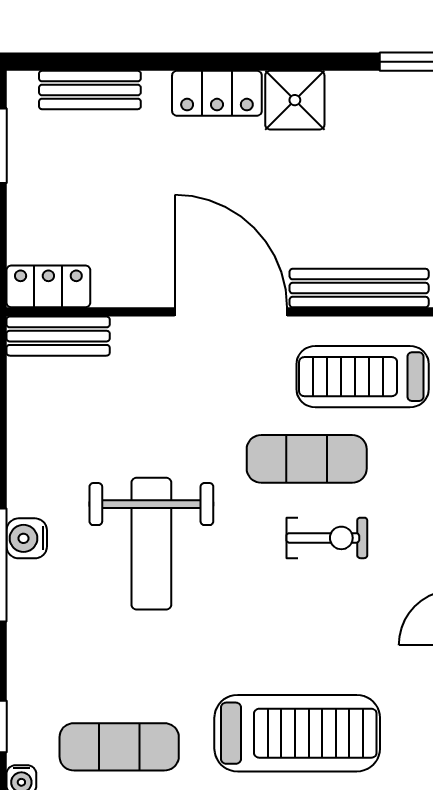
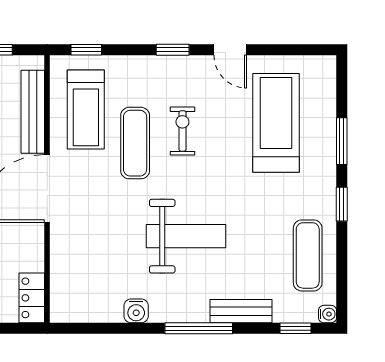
bench: (58, 336) -> (241, 311), moved, turned 90
water cooler: (27, 538) -> (136, 311), moved
treadmill: (297, 733) -> (276, 123), moved

